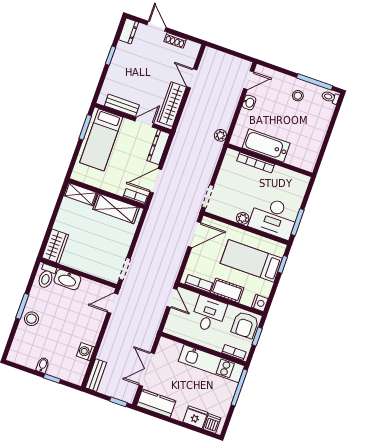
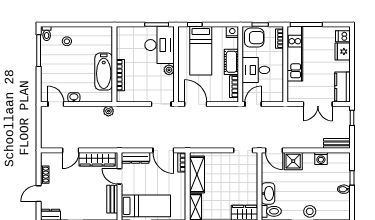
stool: (298, 96) -> (67, 41), moved
shower: (93, 320) -> (293, 161), added

